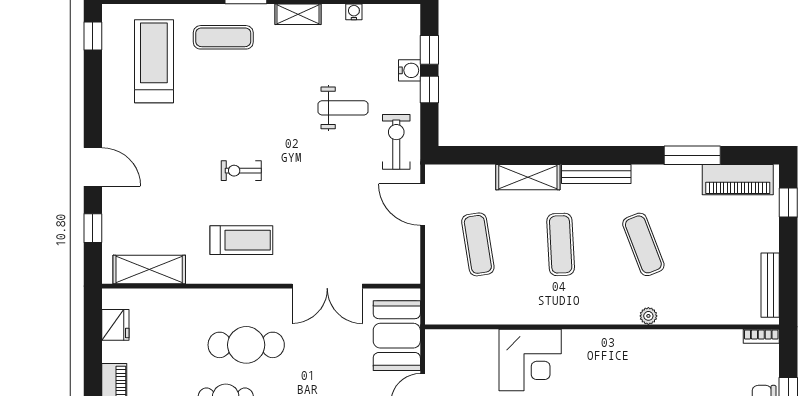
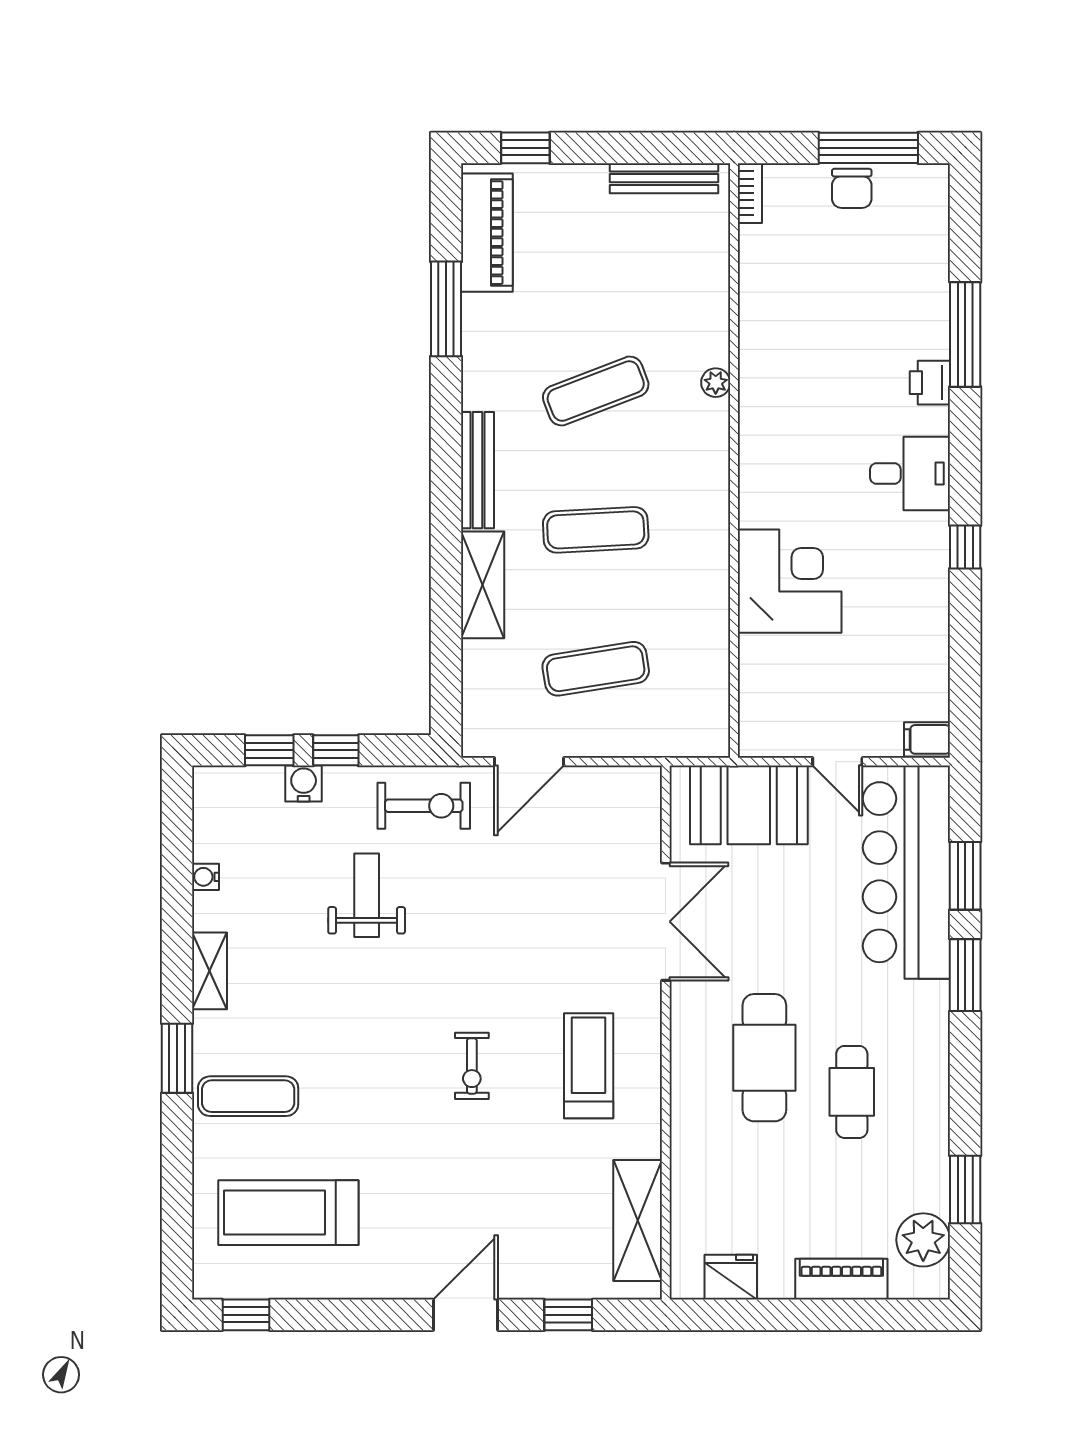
exercise mat: (223, 37) -> (248, 1096), turned 90
exercise bike: (396, 142) -> (424, 806), turned 180

